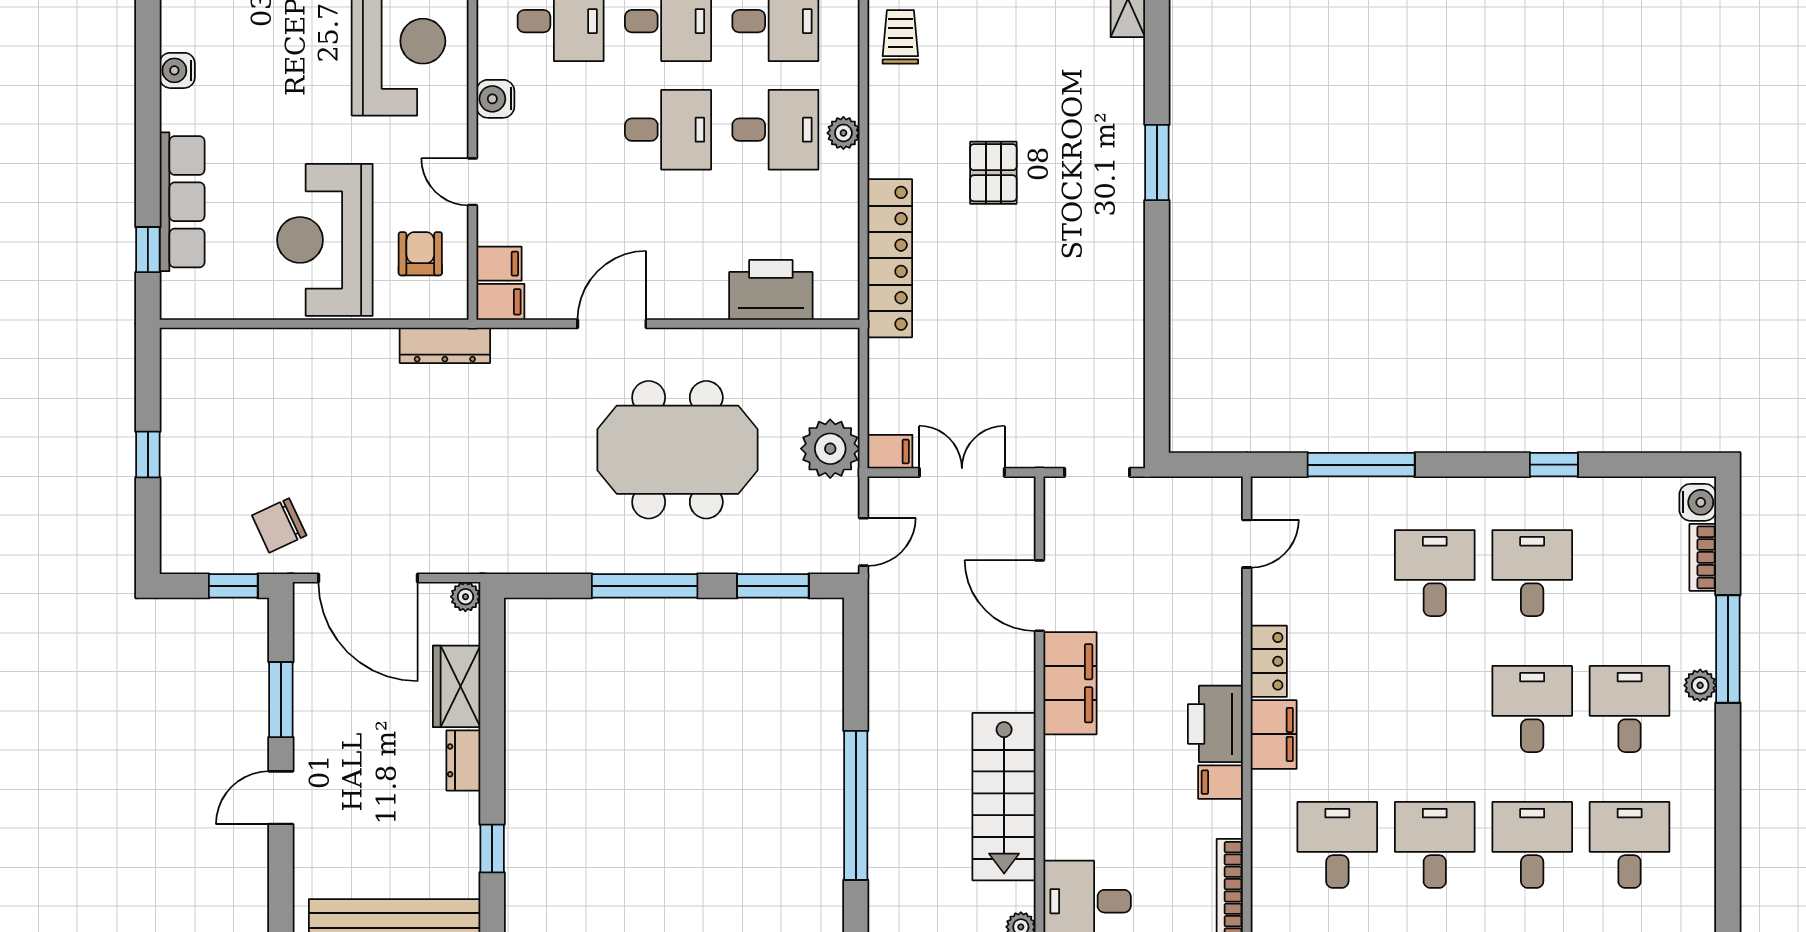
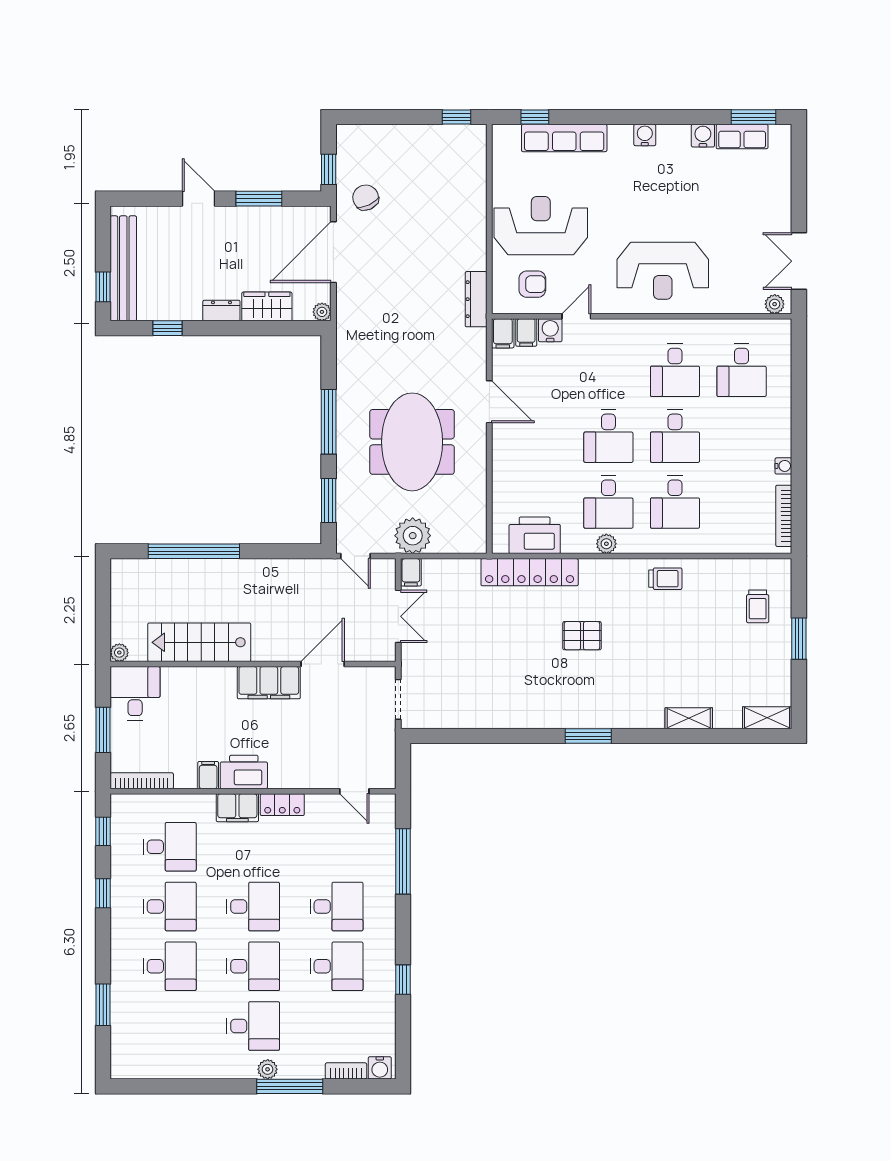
water cooler: (495, 99) -> (550, 330), moved
printer: (771, 290) -> (535, 535), moved, turned -90
window: (148, 455) -> (456, 117), moved
desk: (1630, 845) -> (253, 907), moved

